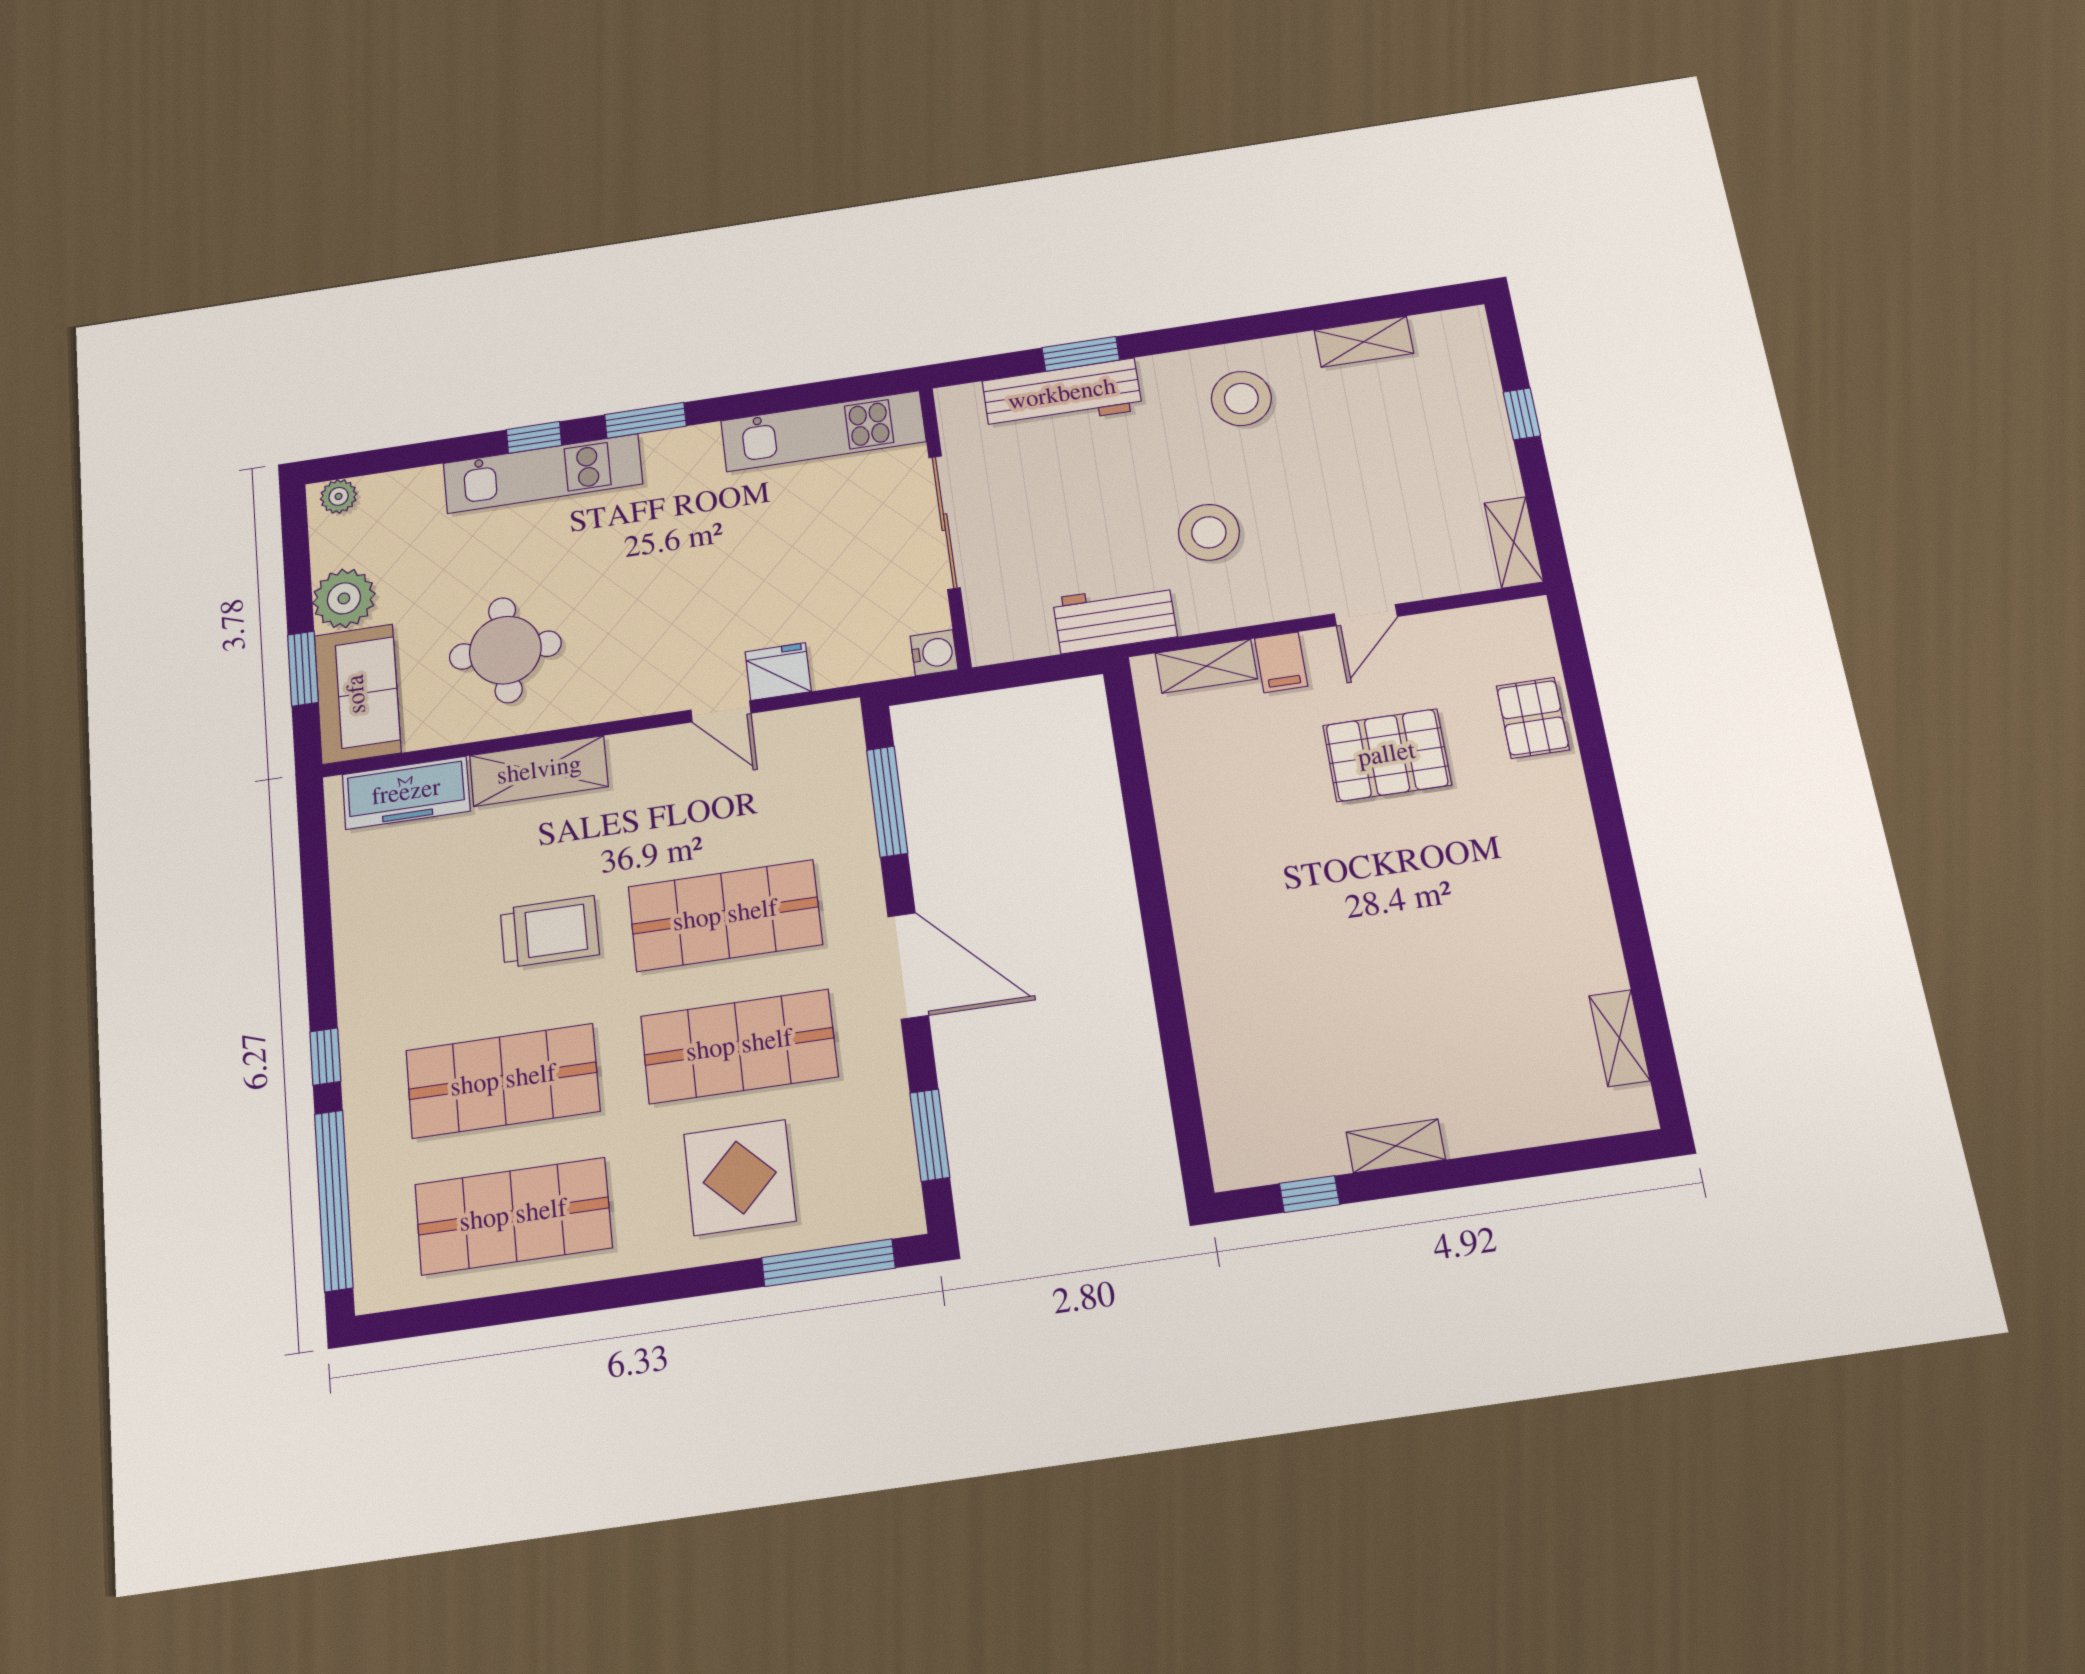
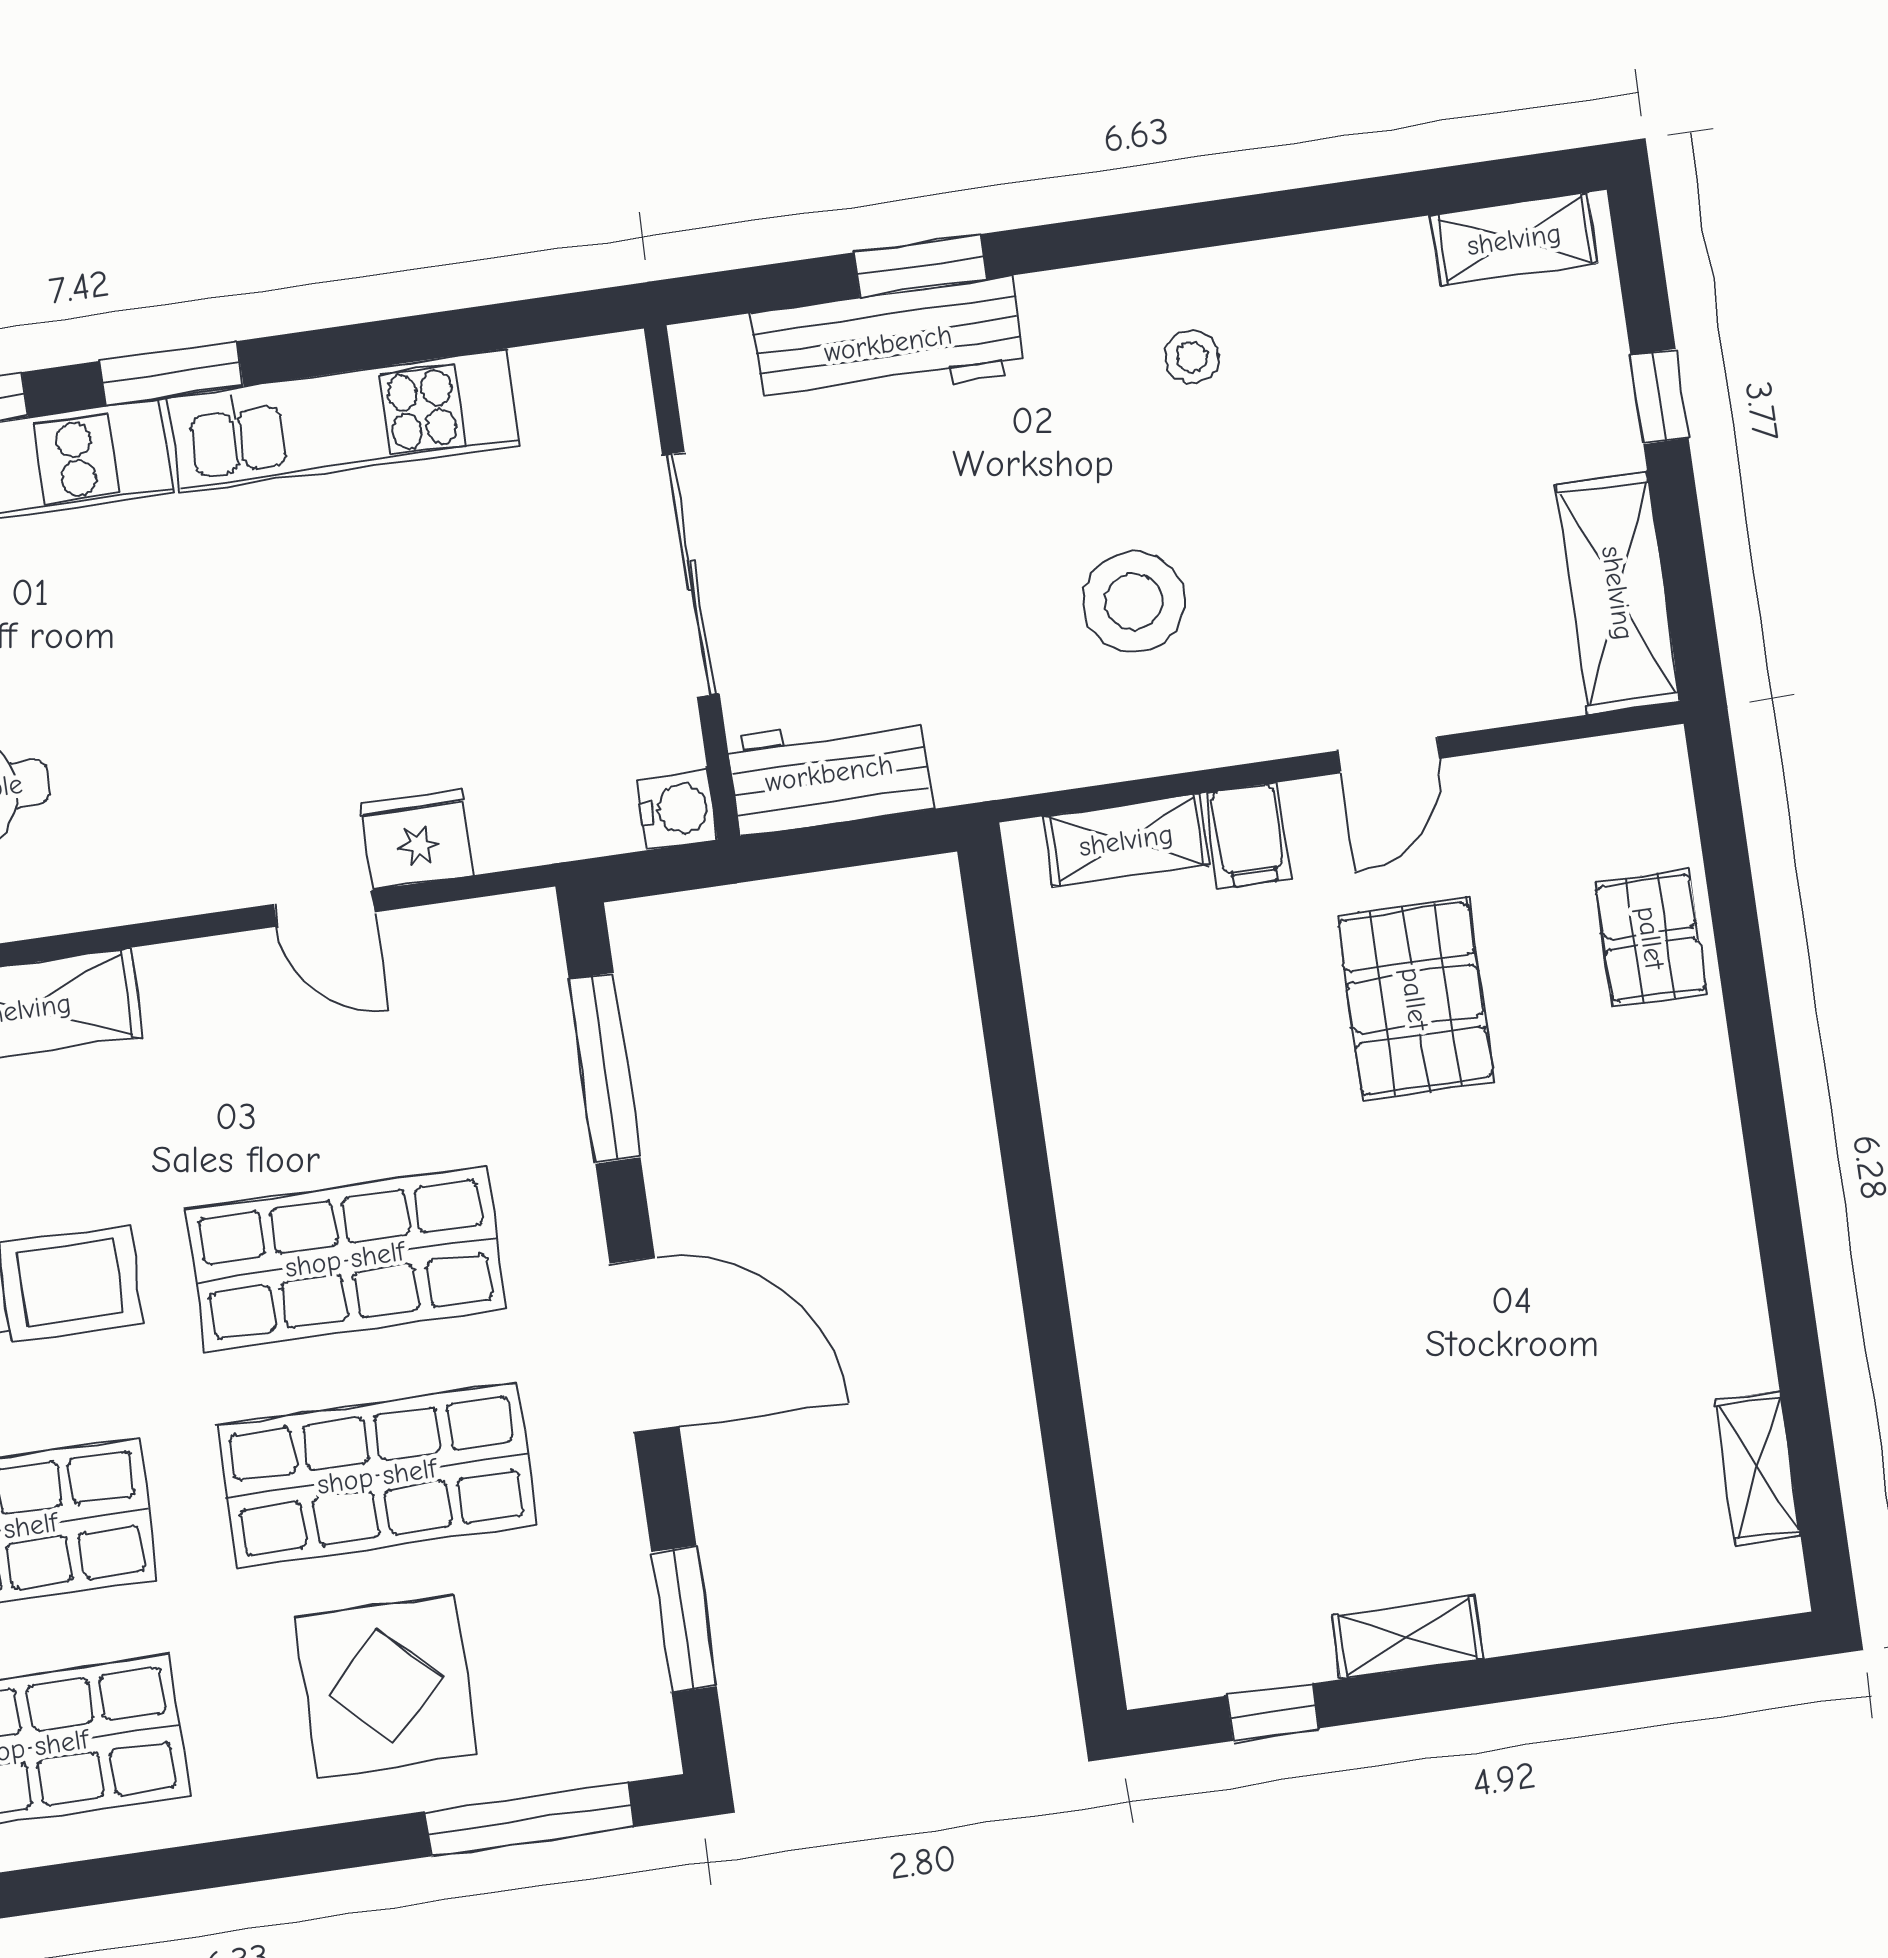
shelving: (1364, 342) -> (1514, 239), moved
stool: (1241, 398) -> (1192, 357), width x0.53, depth x0.53
kitchen unit: (823, 431) -> (343, 421), moved
shelving: (1514, 542) -> (1618, 593), width x1.50, depth x1.33
workbench: (1115, 617) -> (829, 773), moved
pallet: (1387, 755) -> (1415, 999), turned 90

